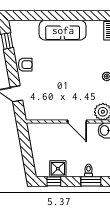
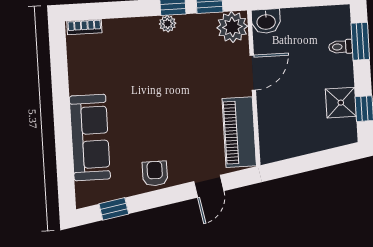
sofa: (63, 30) -> (90, 137), moved
piano: (45, 112) -> (239, 132), added

